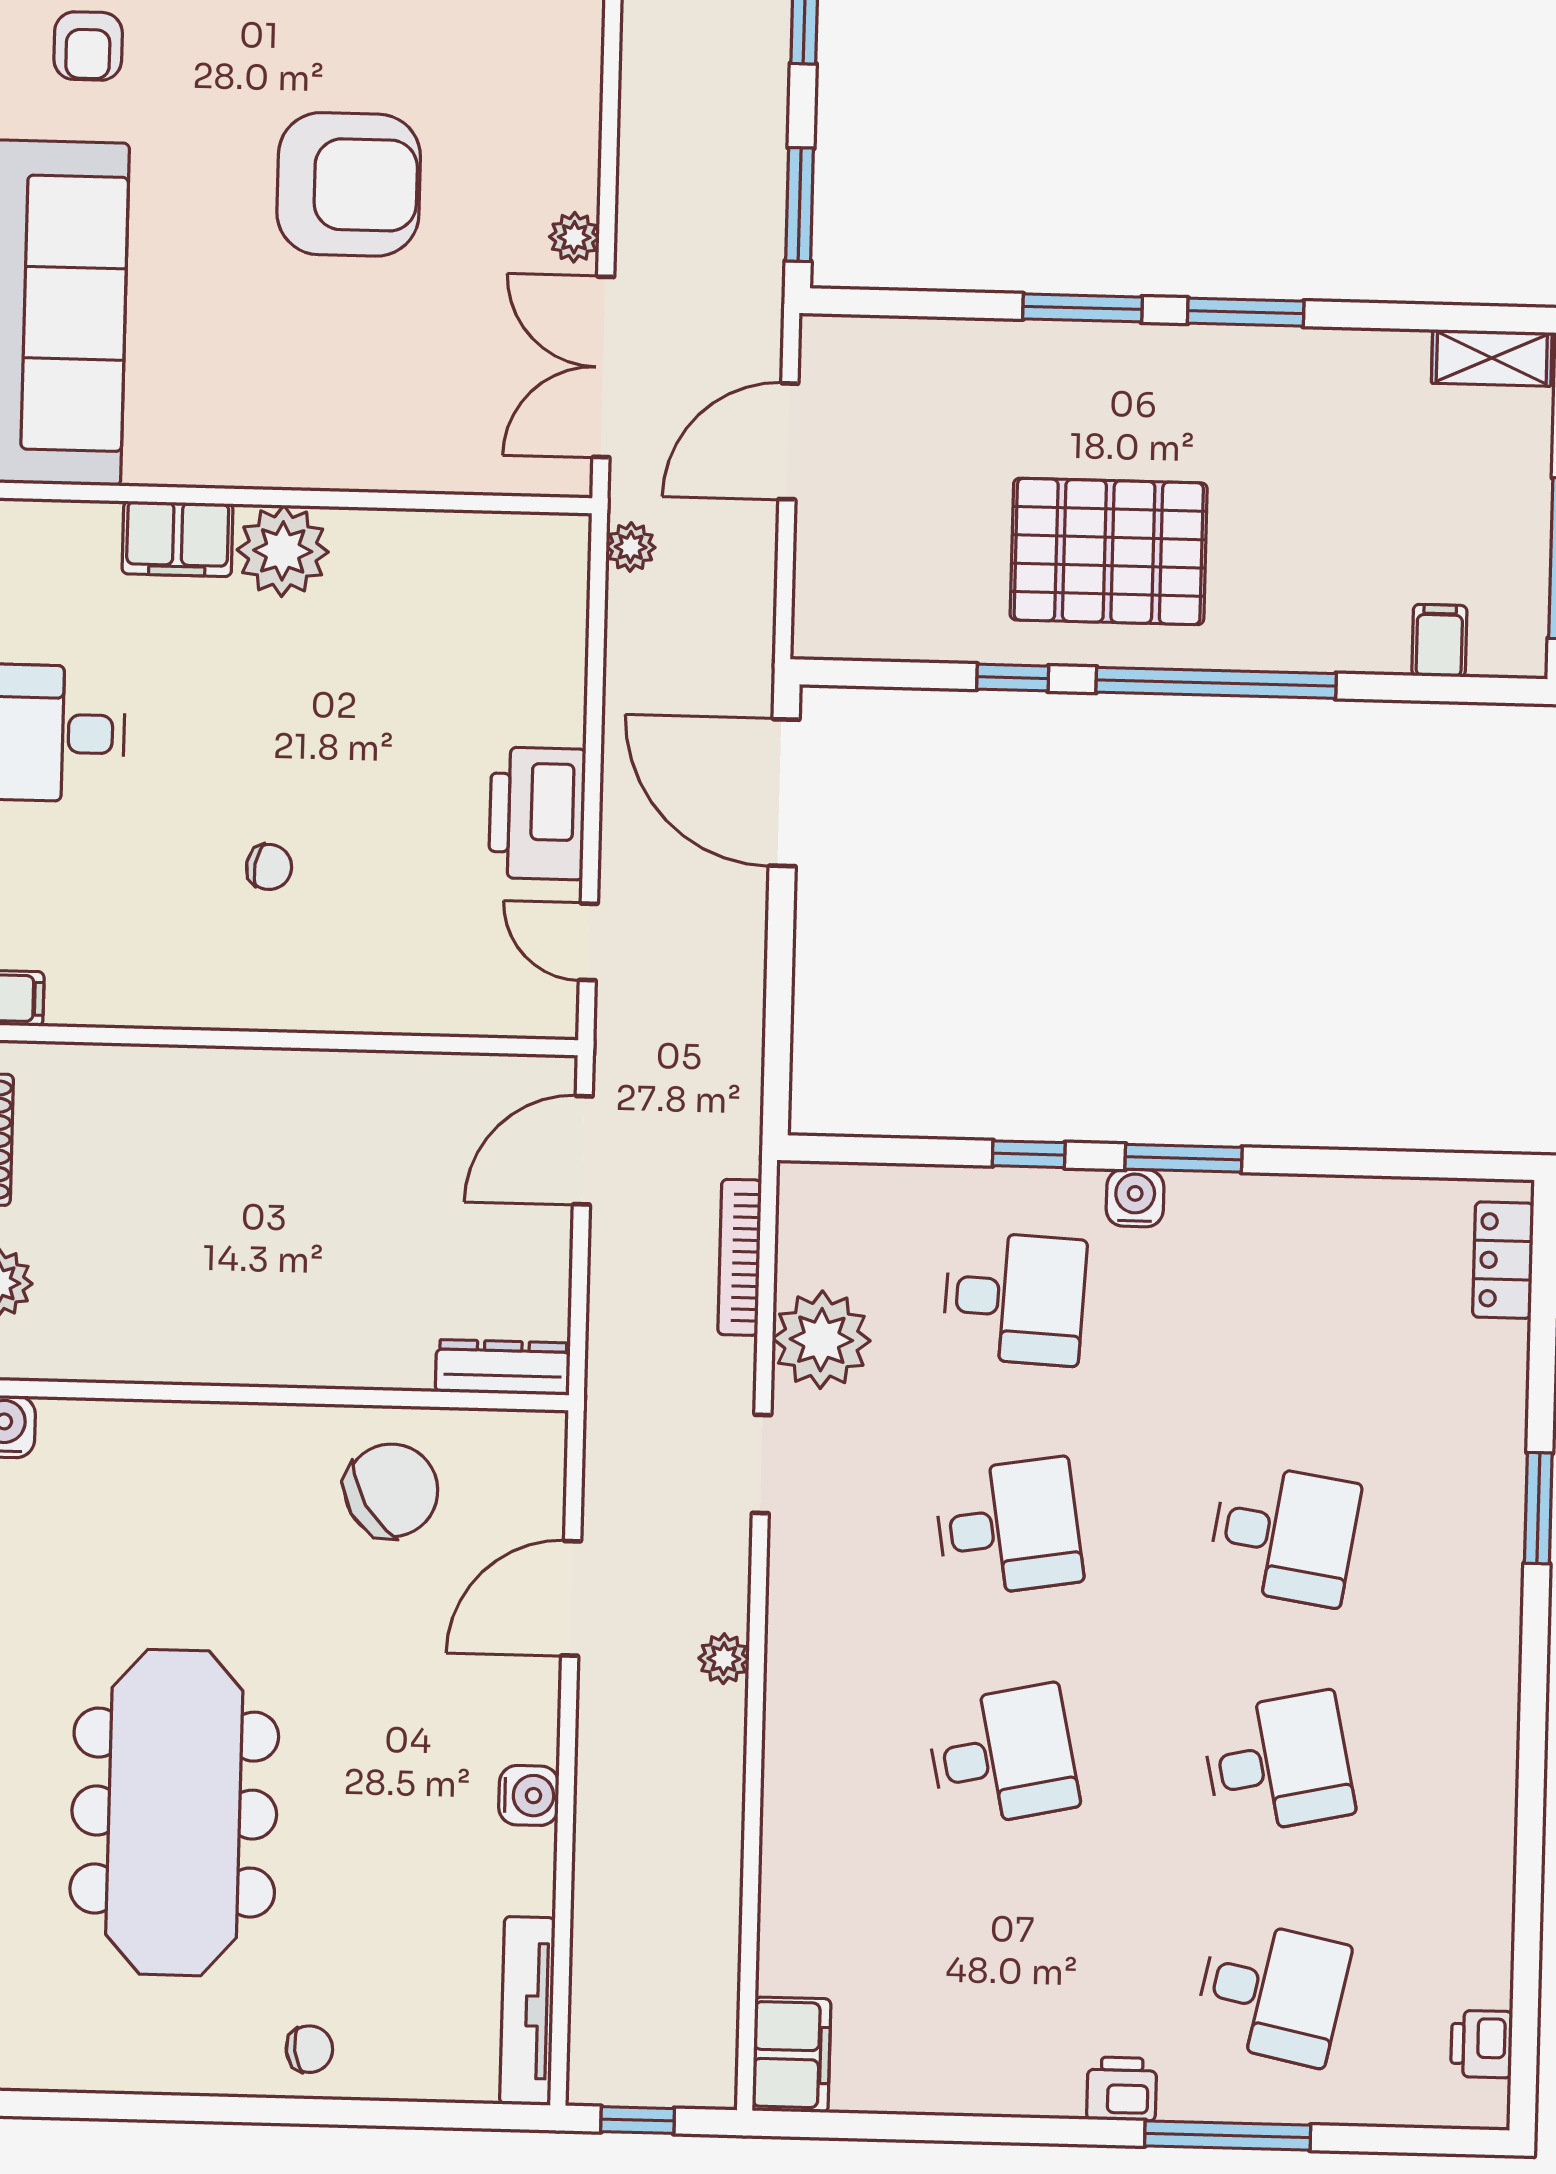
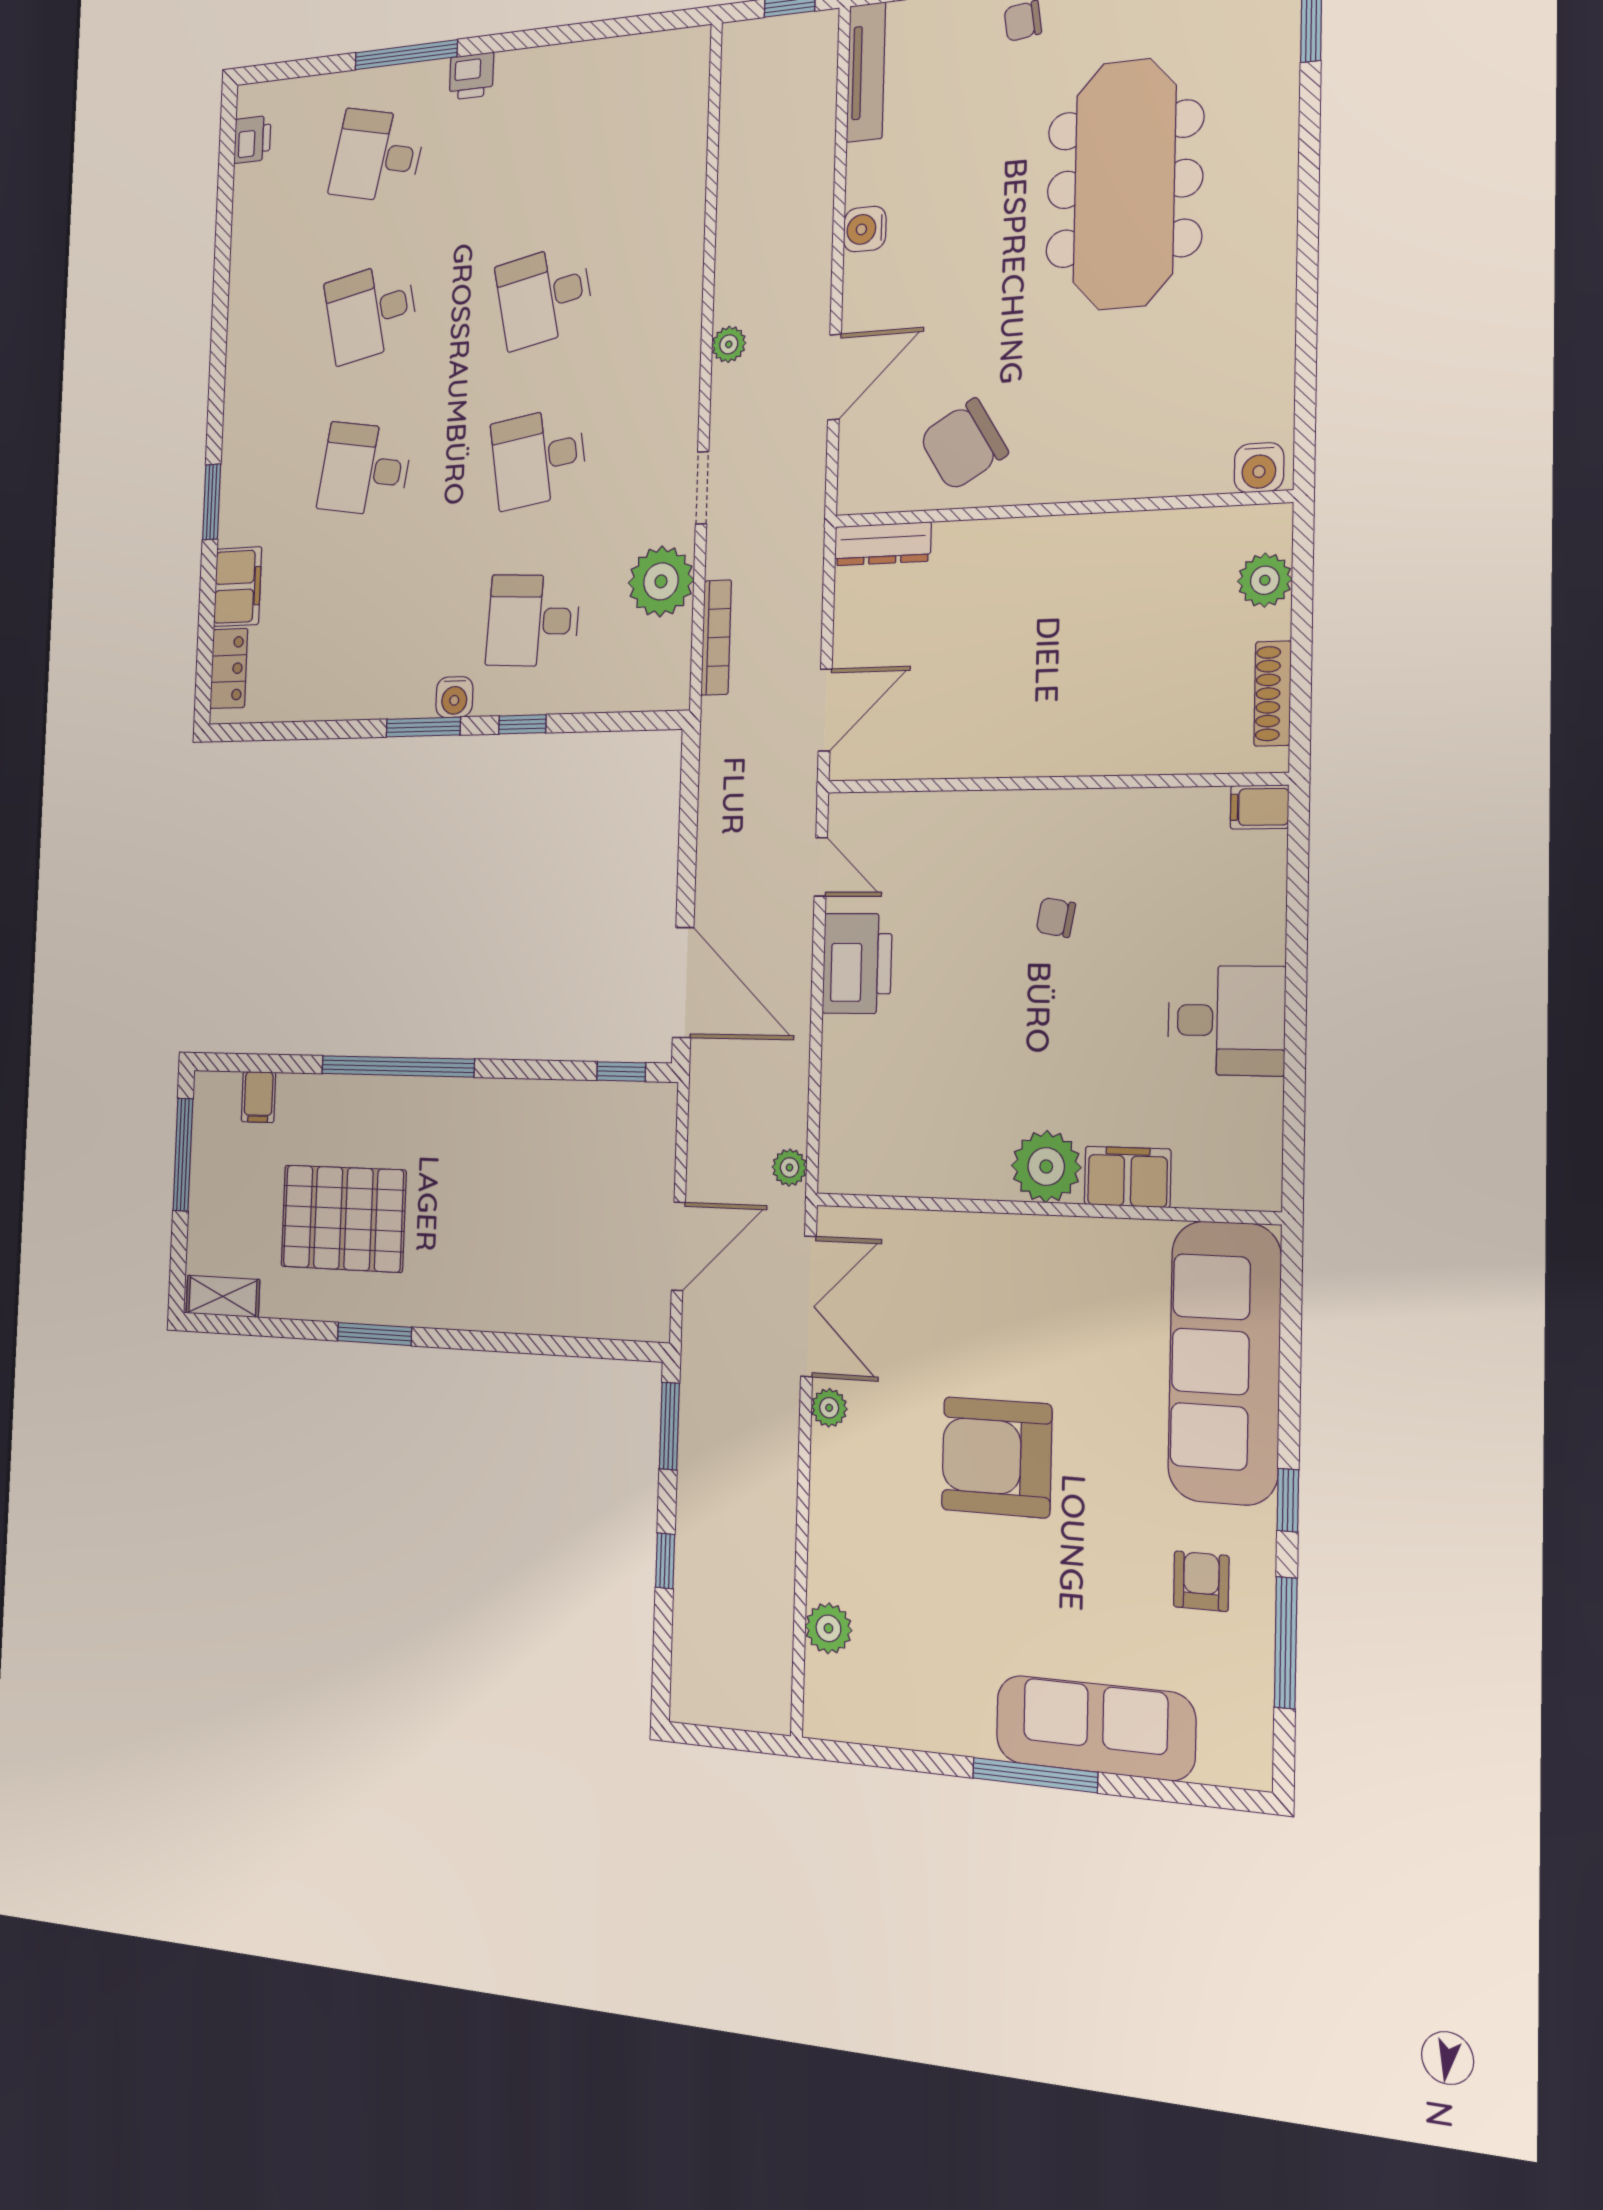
window: (1082, 308) -> (480, 1341), removed
pallet: (1109, 551) -> (343, 1218), moved
window: (1013, 678) -> (621, 1072), moved
filing cabinet: (792, 2055) -> (238, 587), moved, turned 180

